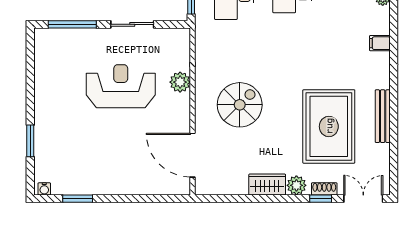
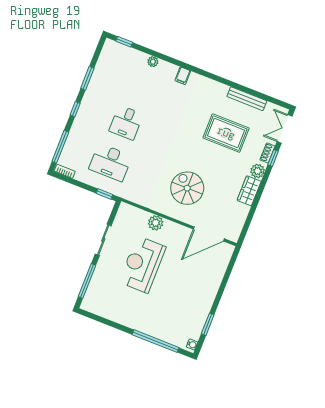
bench: (383, 116) -> (247, 99), moved
rug: (329, 126) -> (226, 133), width x0.73, depth x0.69
window: (30, 141) -> (155, 341), width x2.11

